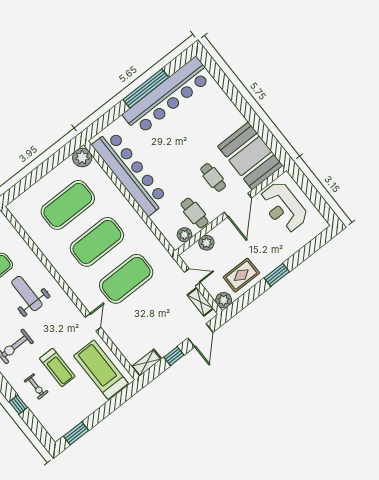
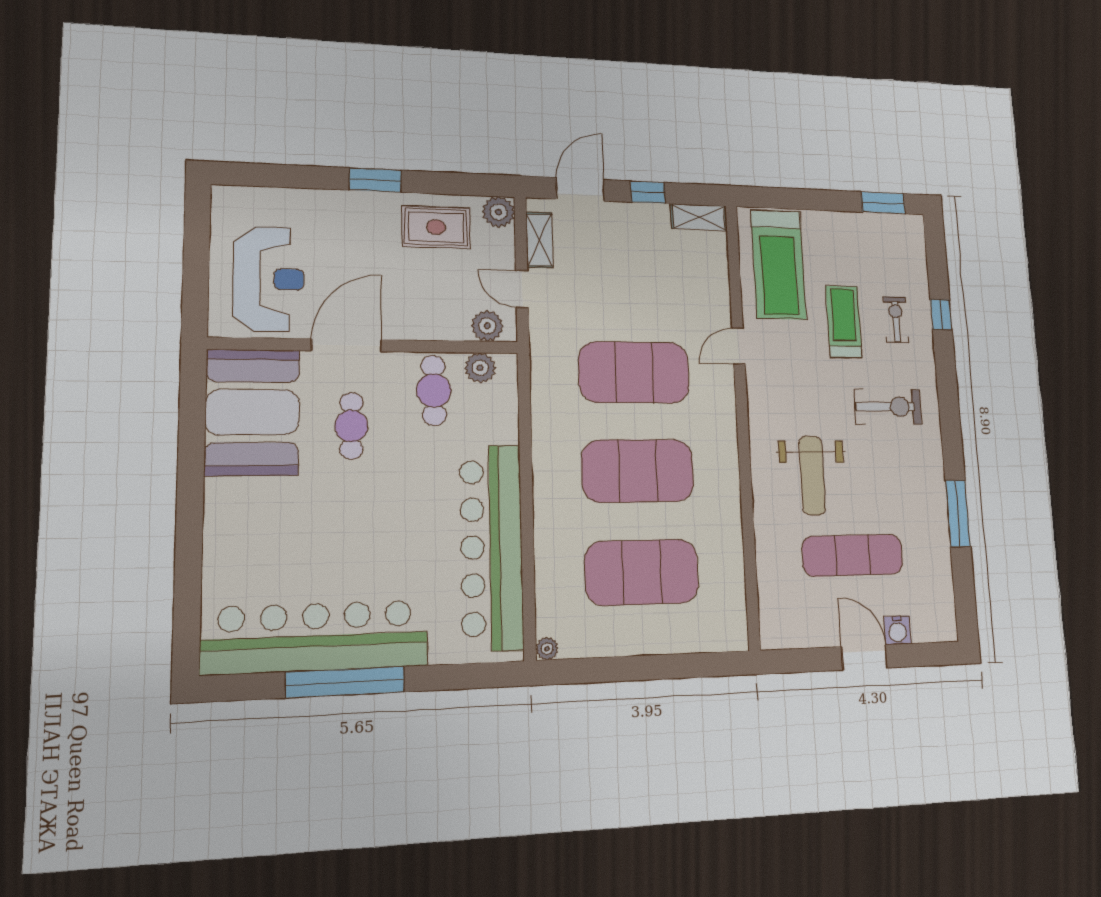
plant: (82, 158) -> (547, 649), width x0.53, depth x0.53
plant: (206, 243) -> (487, 326), moved

